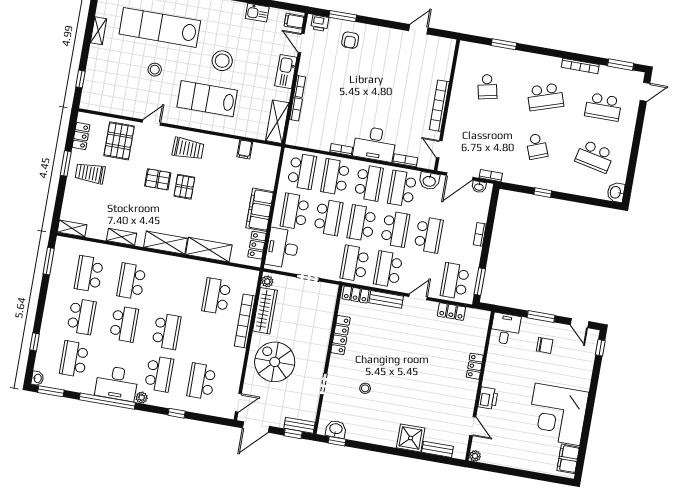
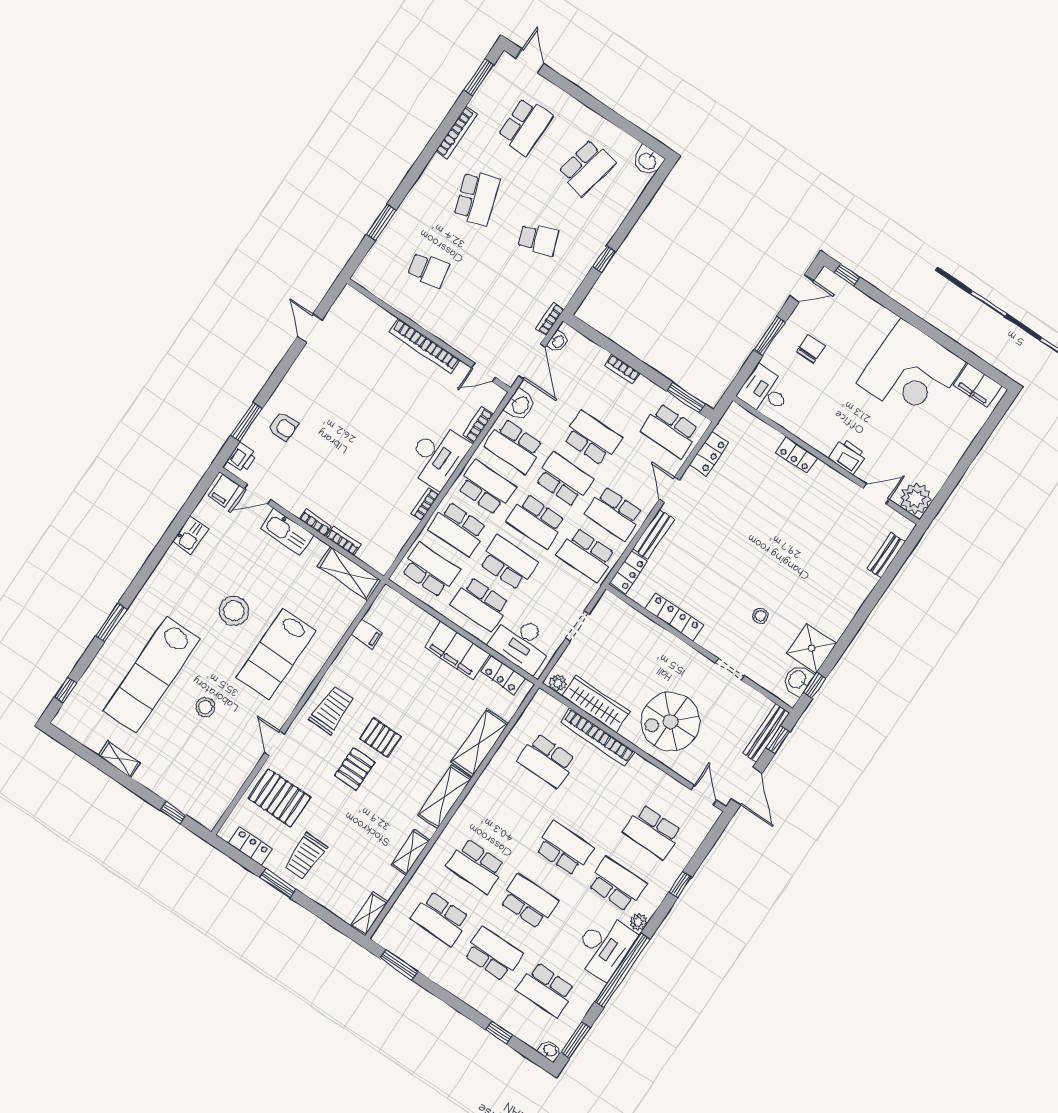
bench: (299, 425) -> (766, 733), width x1.36
shower: (411, 438) -> (812, 648), moved
plant: (475, 456) -> (916, 499), width x1.88, depth x1.88

